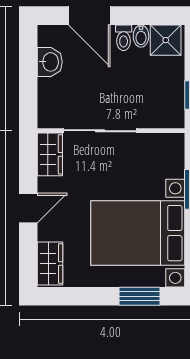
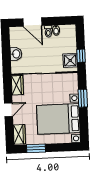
shower: (166, 40) -> (70, 60), moved
washbasin: (50, 62) -> (16, 54), moved
window: (139, 296) -> (36, 148), moved

